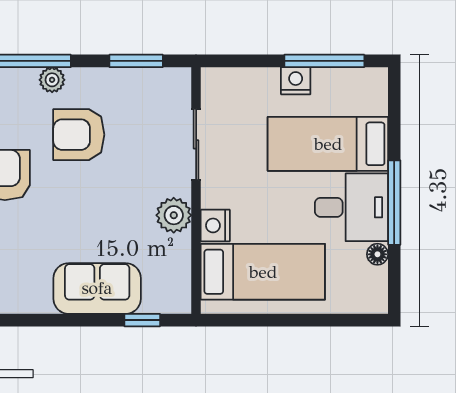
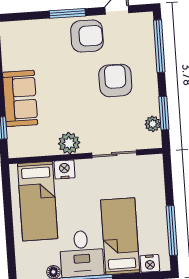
plant: (52, 80) -> (153, 124), moved
nightstand: (296, 81) -> (150, 263), moved, turned 90

